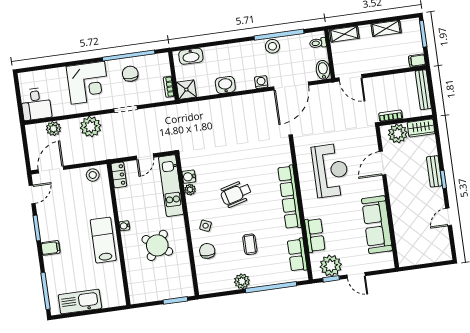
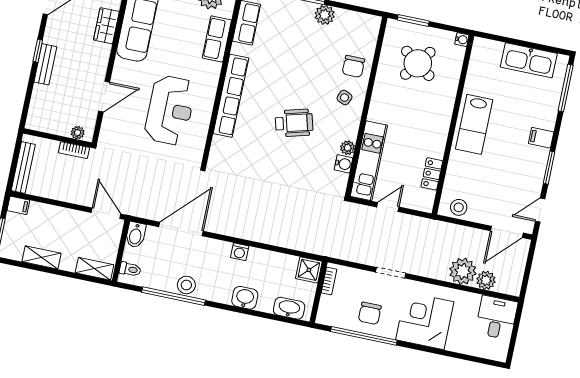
washing machine: (261, 82) -> (240, 252), moved
washbasin: (225, 85) -> (245, 298), moved, turned 180
plant: (91, 127) -> (463, 271), moved
wardrobe: (421, 128) -> (106, 26), moved, turned -90
plant: (398, 133) -> (78, 133), width x0.53, depth x0.53
reception desk: (331, 170) -> (170, 110), turned 180
locker: (119, 175) -> (432, 174), moved
water cooler: (124, 226) -> (462, 40), moved
coffee table: (250, 244) -> (299, 56), removed
round table: (157, 245) -> (418, 63), moved

